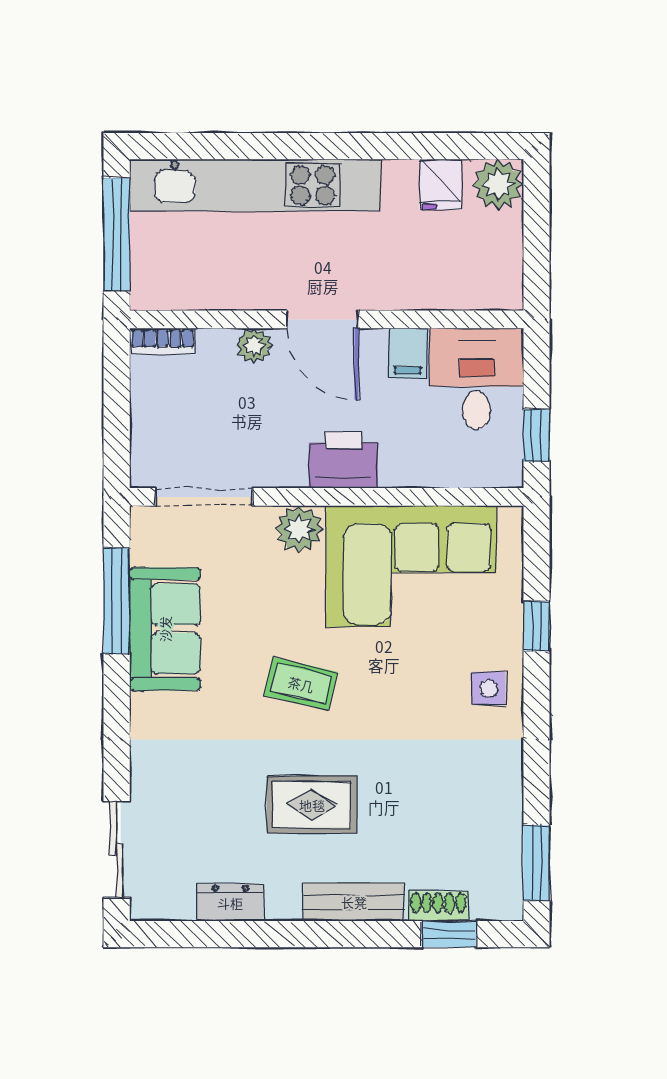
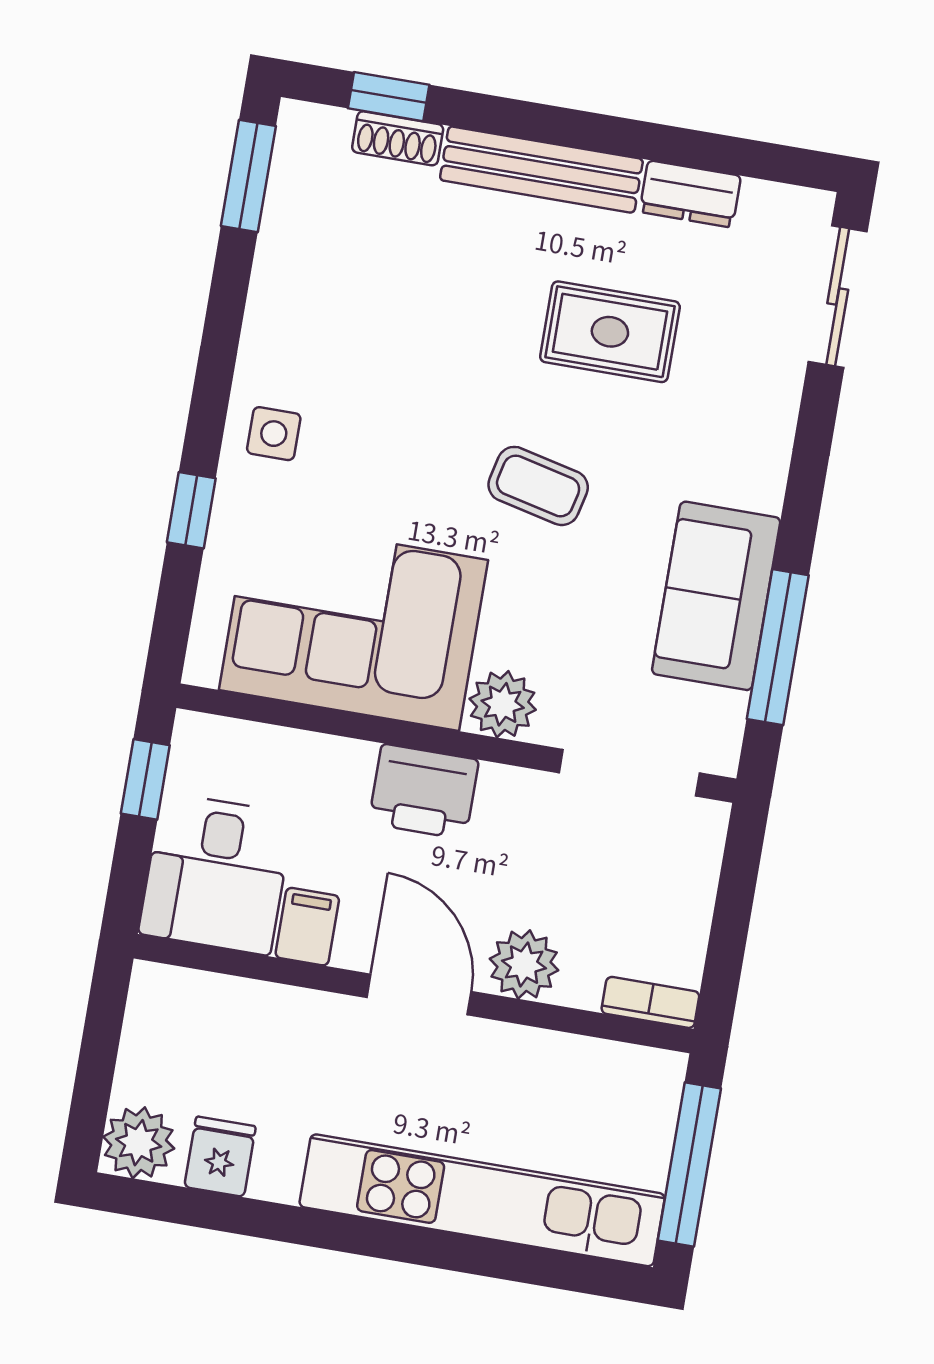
plant: (254, 346) -> (524, 965), width x1.38, depth x1.38
rug: (312, 805) -> (610, 332), moved
bench: (354, 902) -> (541, 170), width x1.36

